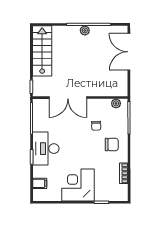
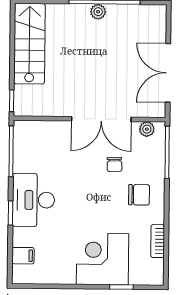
double door: (129, 52) -> (168, 73), moved
double door: (68, 98) -> (101, 119), moved
corner desk: (78, 185) -> (103, 259), moved

